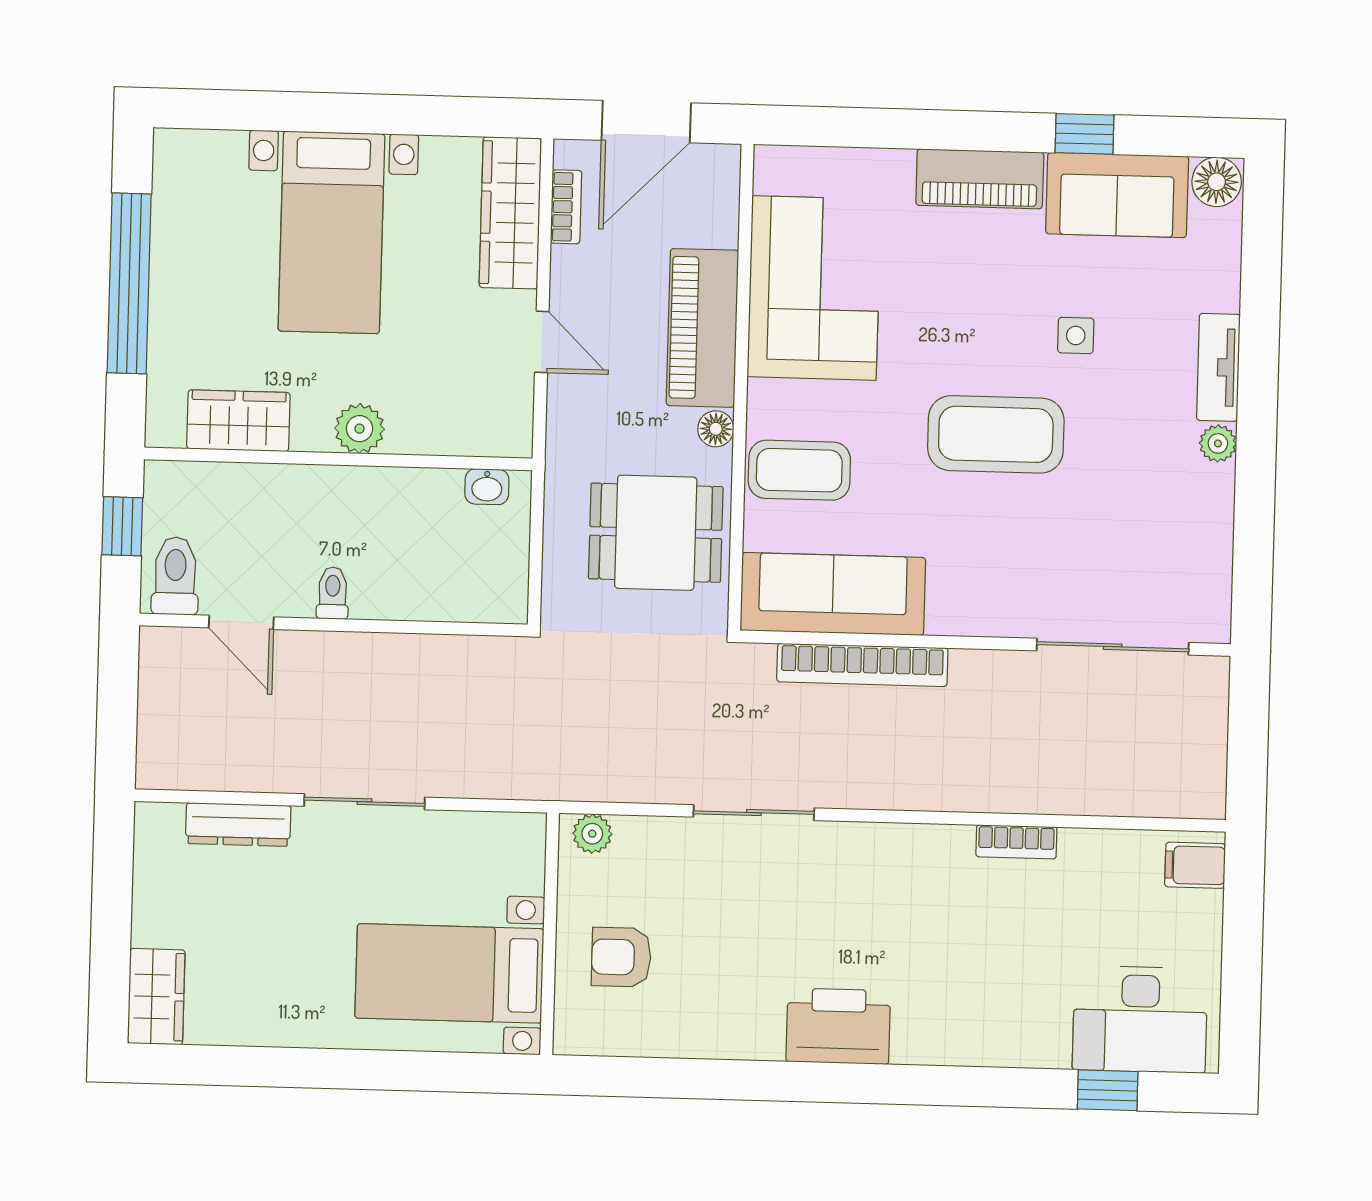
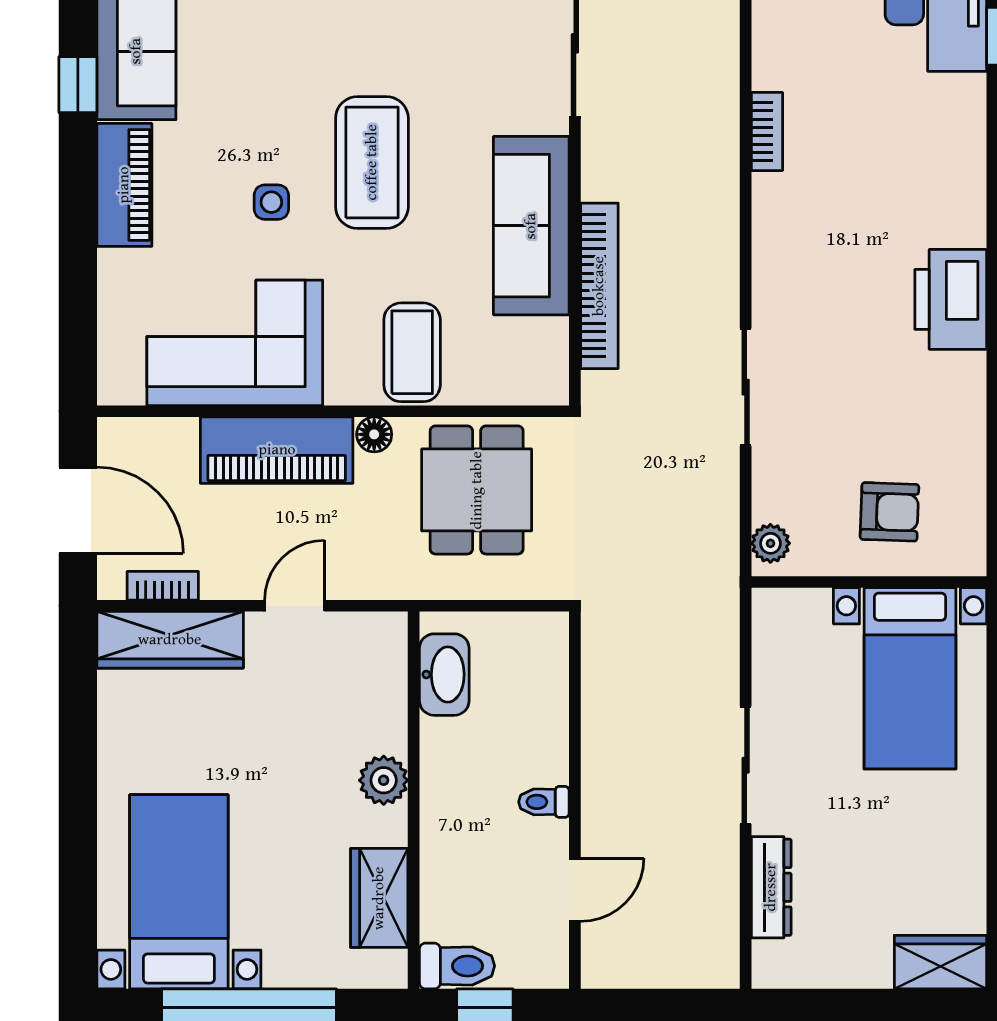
bed with nightstands: (331, 232) -> (179, 892), moved, turned -90
side table: (1076, 335) -> (271, 202), moved
washbasin: (487, 487) -> (444, 675), width x1.91, depth x1.45
toilet: (175, 576) -> (457, 966), moved, turned 180
sofa: (833, 594) -> (531, 226), moved
armchair: (621, 957) -> (890, 512), turned -88

